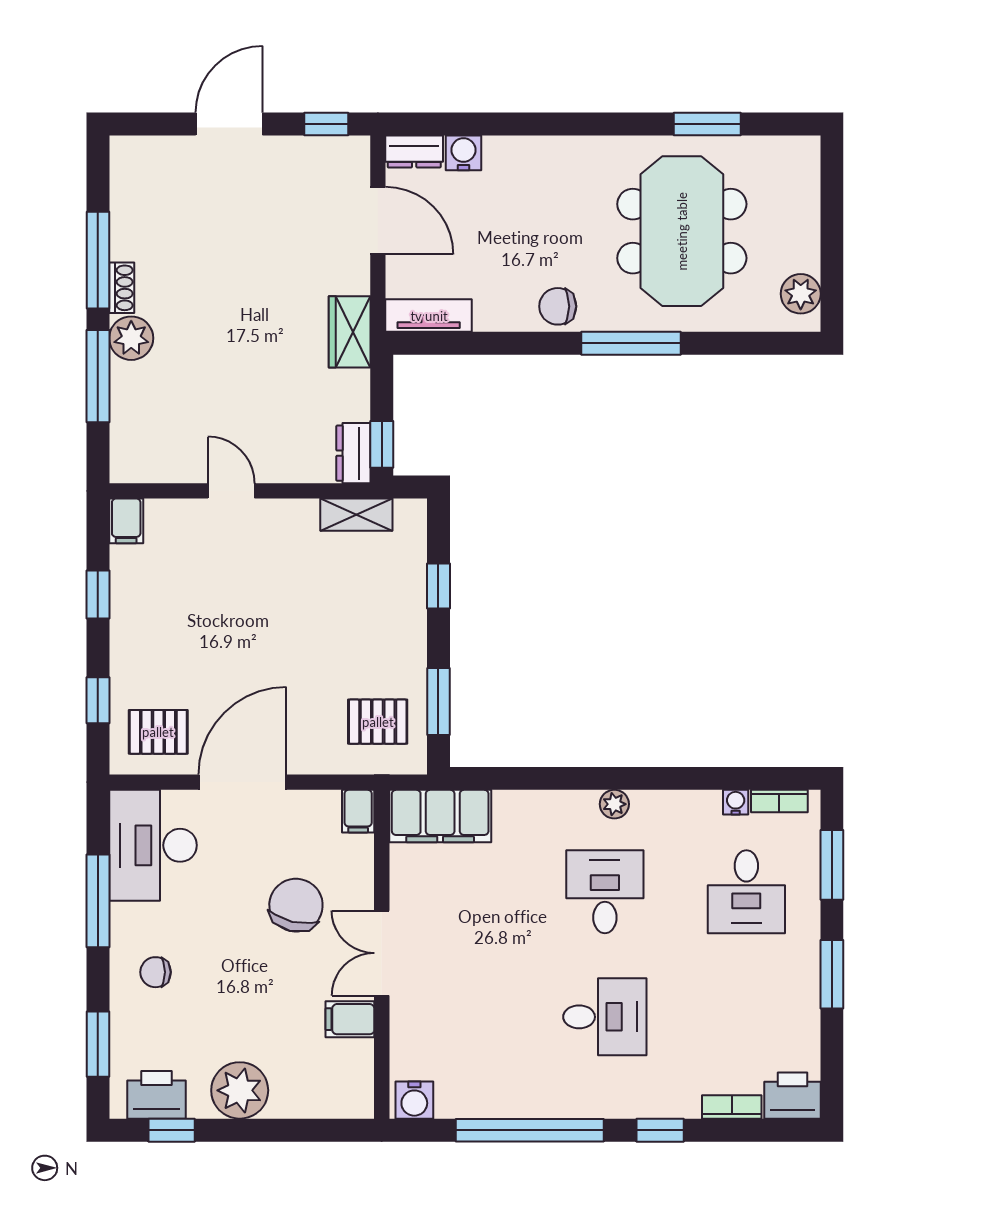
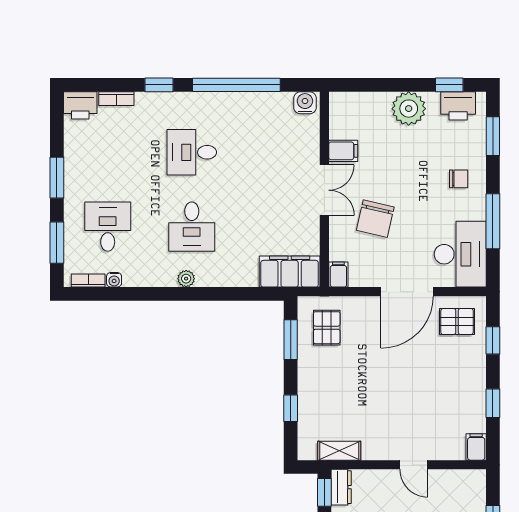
pallet: (378, 722) -> (327, 328), turned 90

